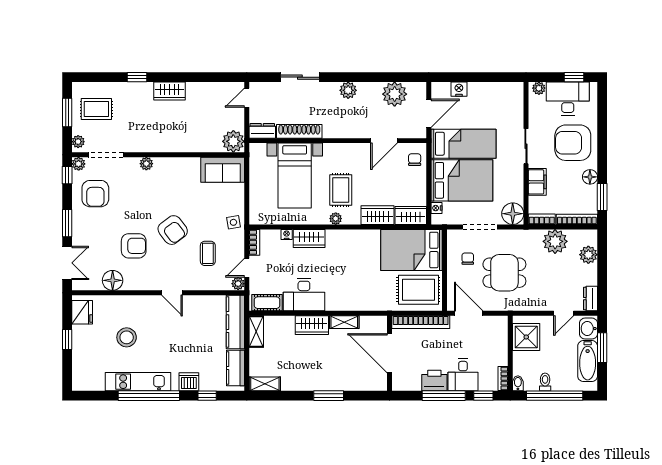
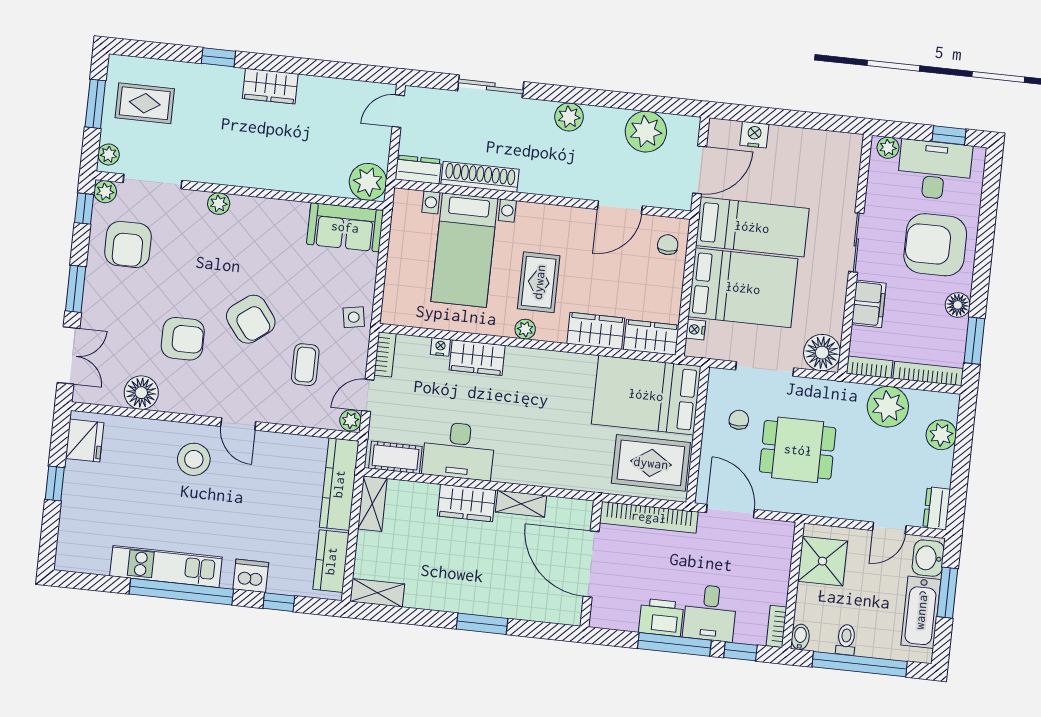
stool: (127, 337) -> (194, 459), moved

